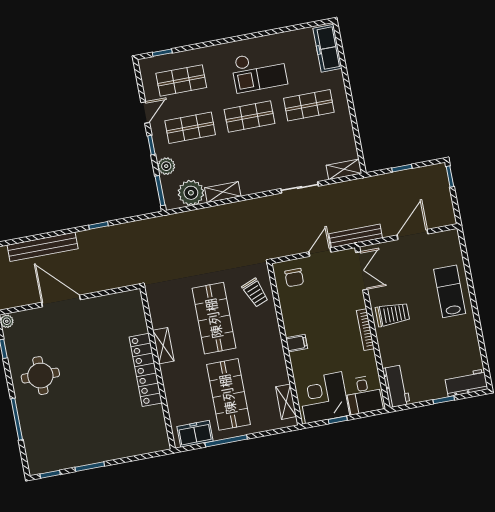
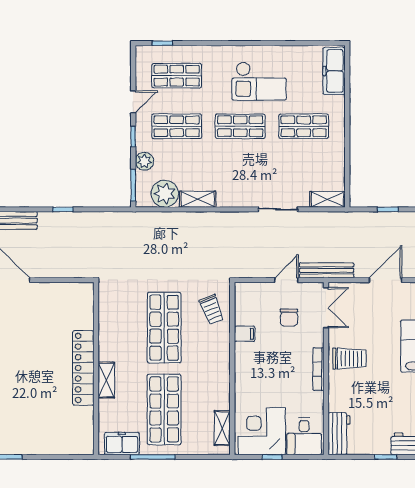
chair: (294, 278) -> (289, 317), moved
filing cabinet: (297, 343) -> (245, 334), moved
shelving: (163, 346) -> (106, 380), moved

